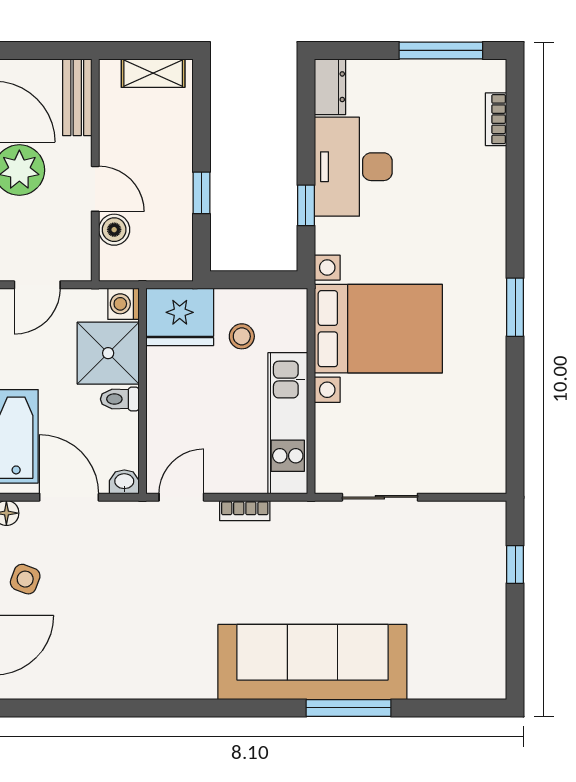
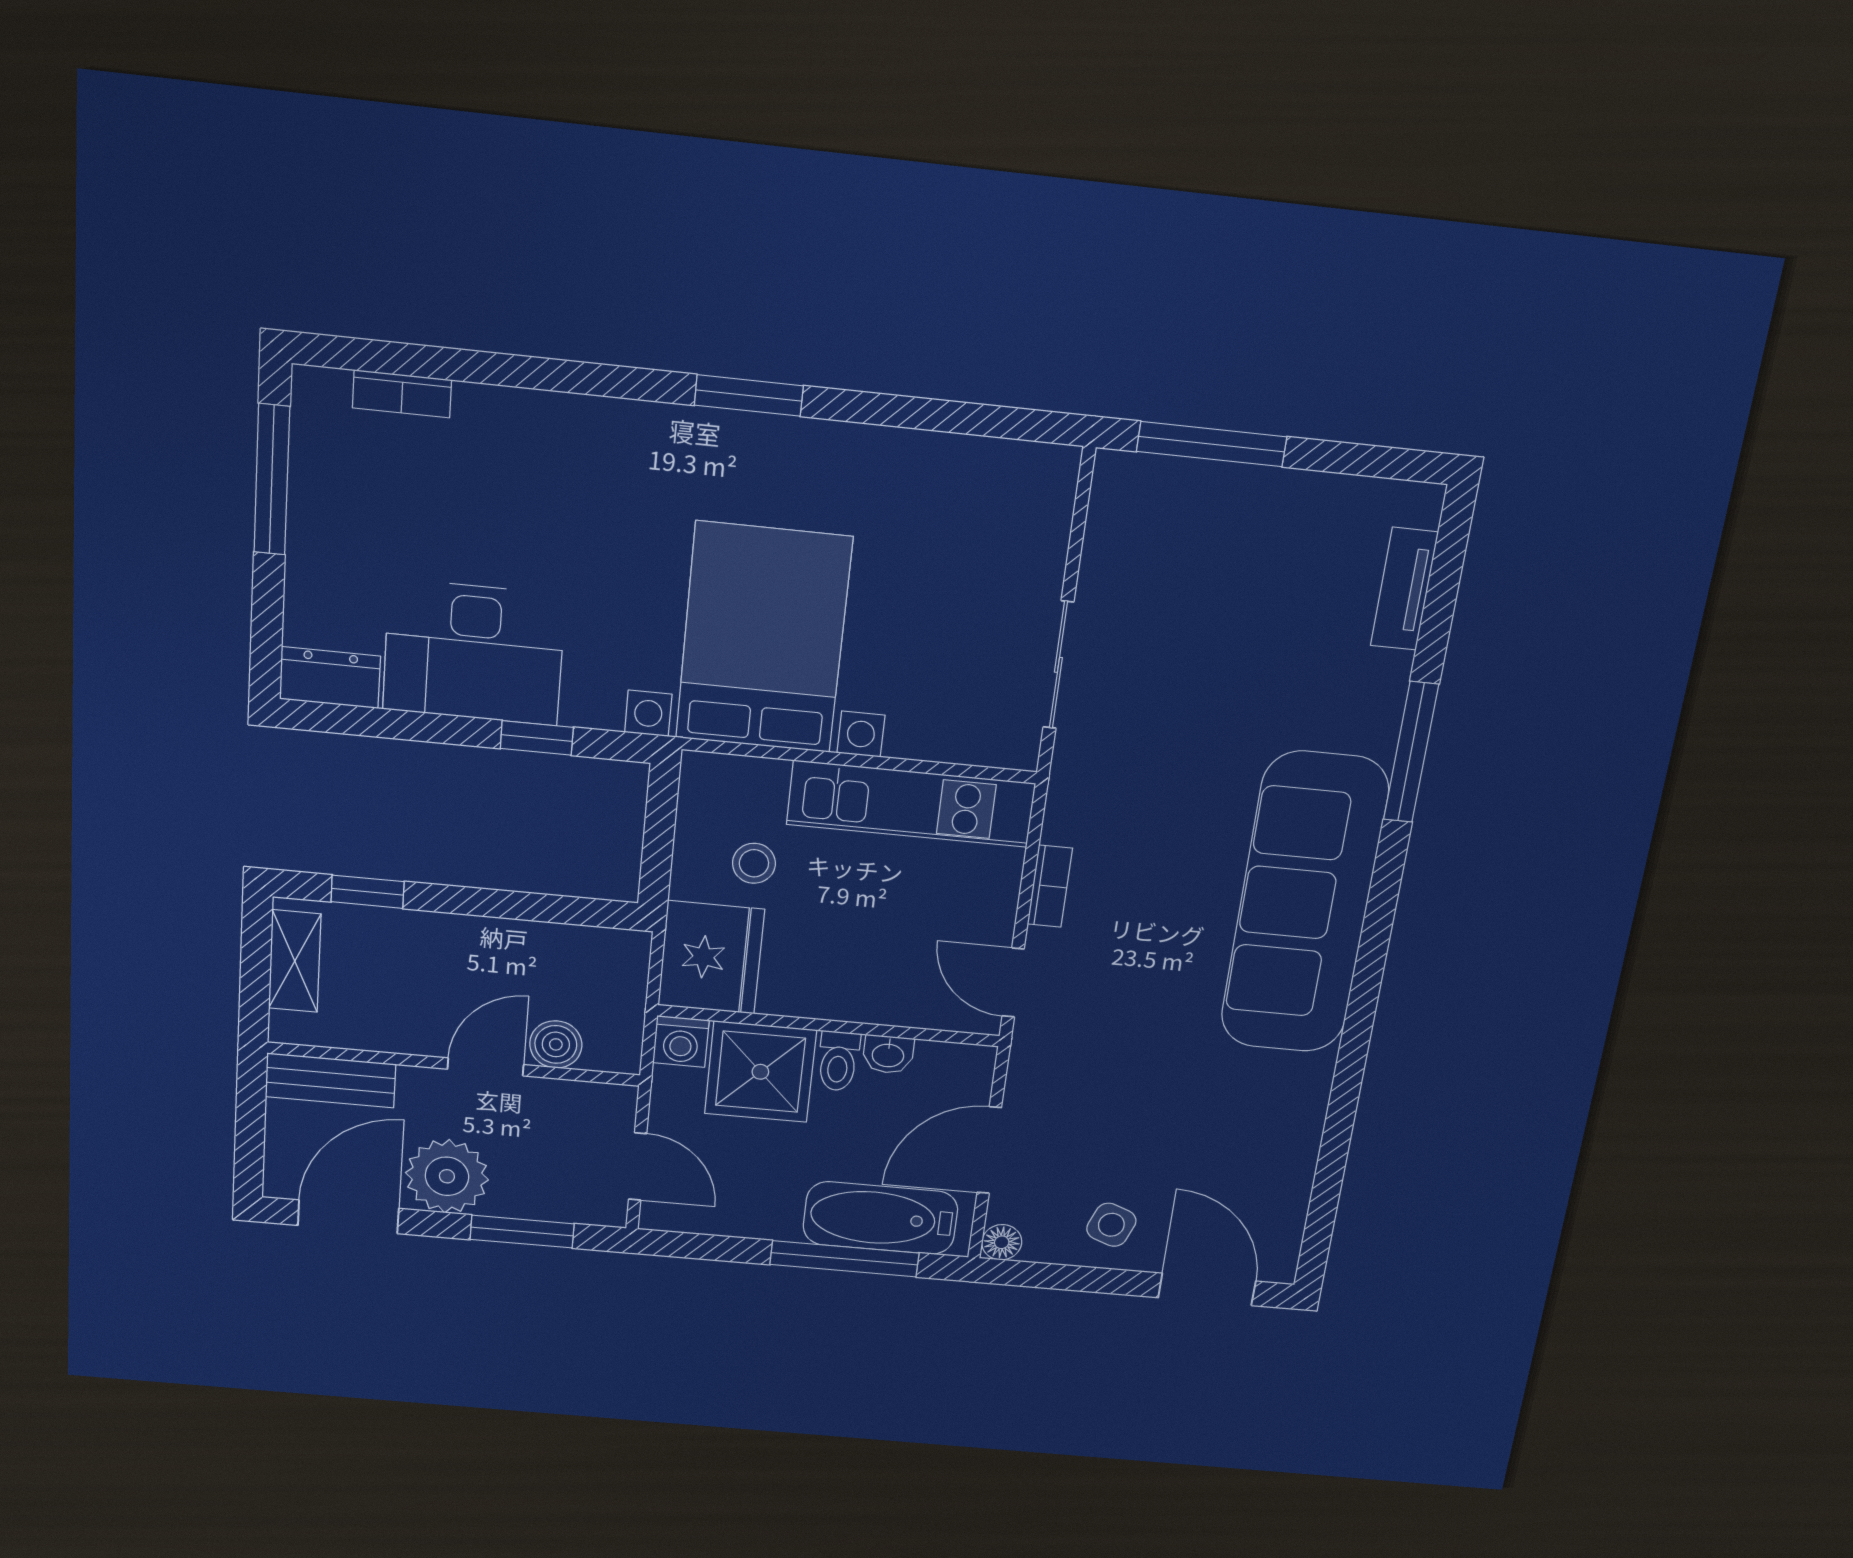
window: (201, 193) -> (367, 892), moved
washbasin: (124, 482) -> (888, 1054), moved, turned -90
window: (515, 564) -> (1212, 444), width x2.17
sofa: (312, 662) -> (1304, 904), moved
tv unit: (444, 686) -> (1404, 589), added

